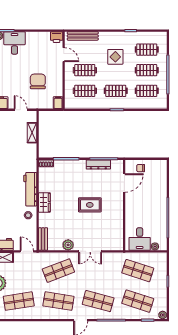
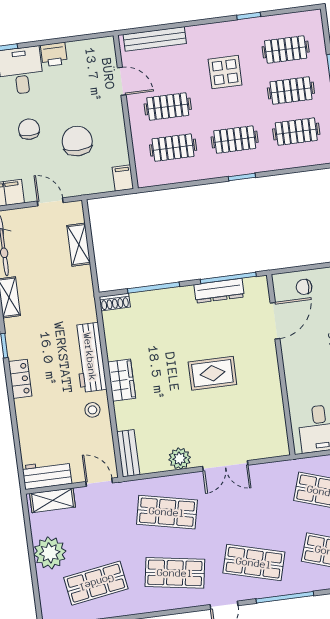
printer: (57, 37) -> (54, 54), moved
chair: (15, 72) -> (29, 129), added
shop shelf: (58, 271) -> (167, 512), turned 33

